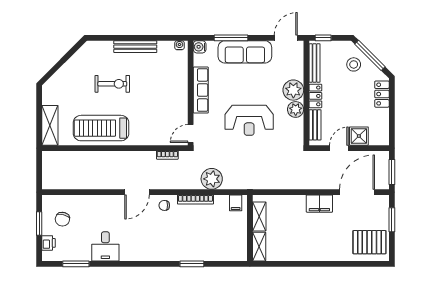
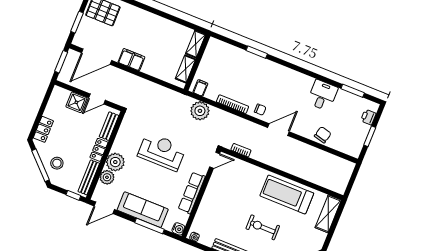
plant: (296, 109) -> (107, 177), moved
treadmill: (101, 128) -> (287, 195), turned 180
plant: (212, 179) -> (200, 111), moved
chair: (62, 219) -> (323, 135), moved

